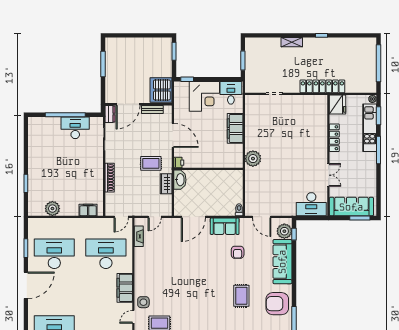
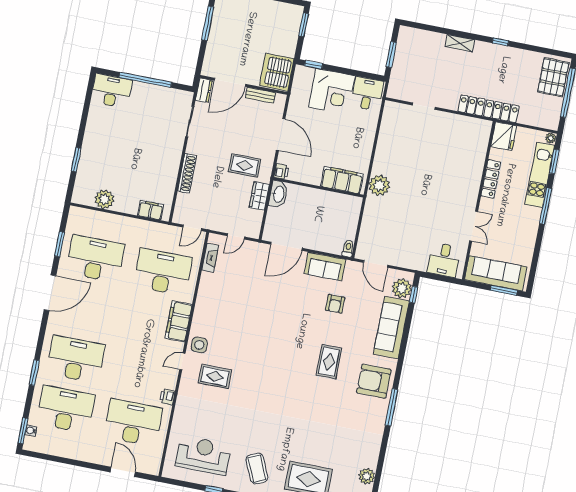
pallet: (366, 54) -> (553, 77), added
desk: (75, 128) -> (111, 91), moved
filing cabinet: (235, 128) -> (342, 180), moved, turned 90
desk: (311, 204) -> (444, 260), width x0.73

